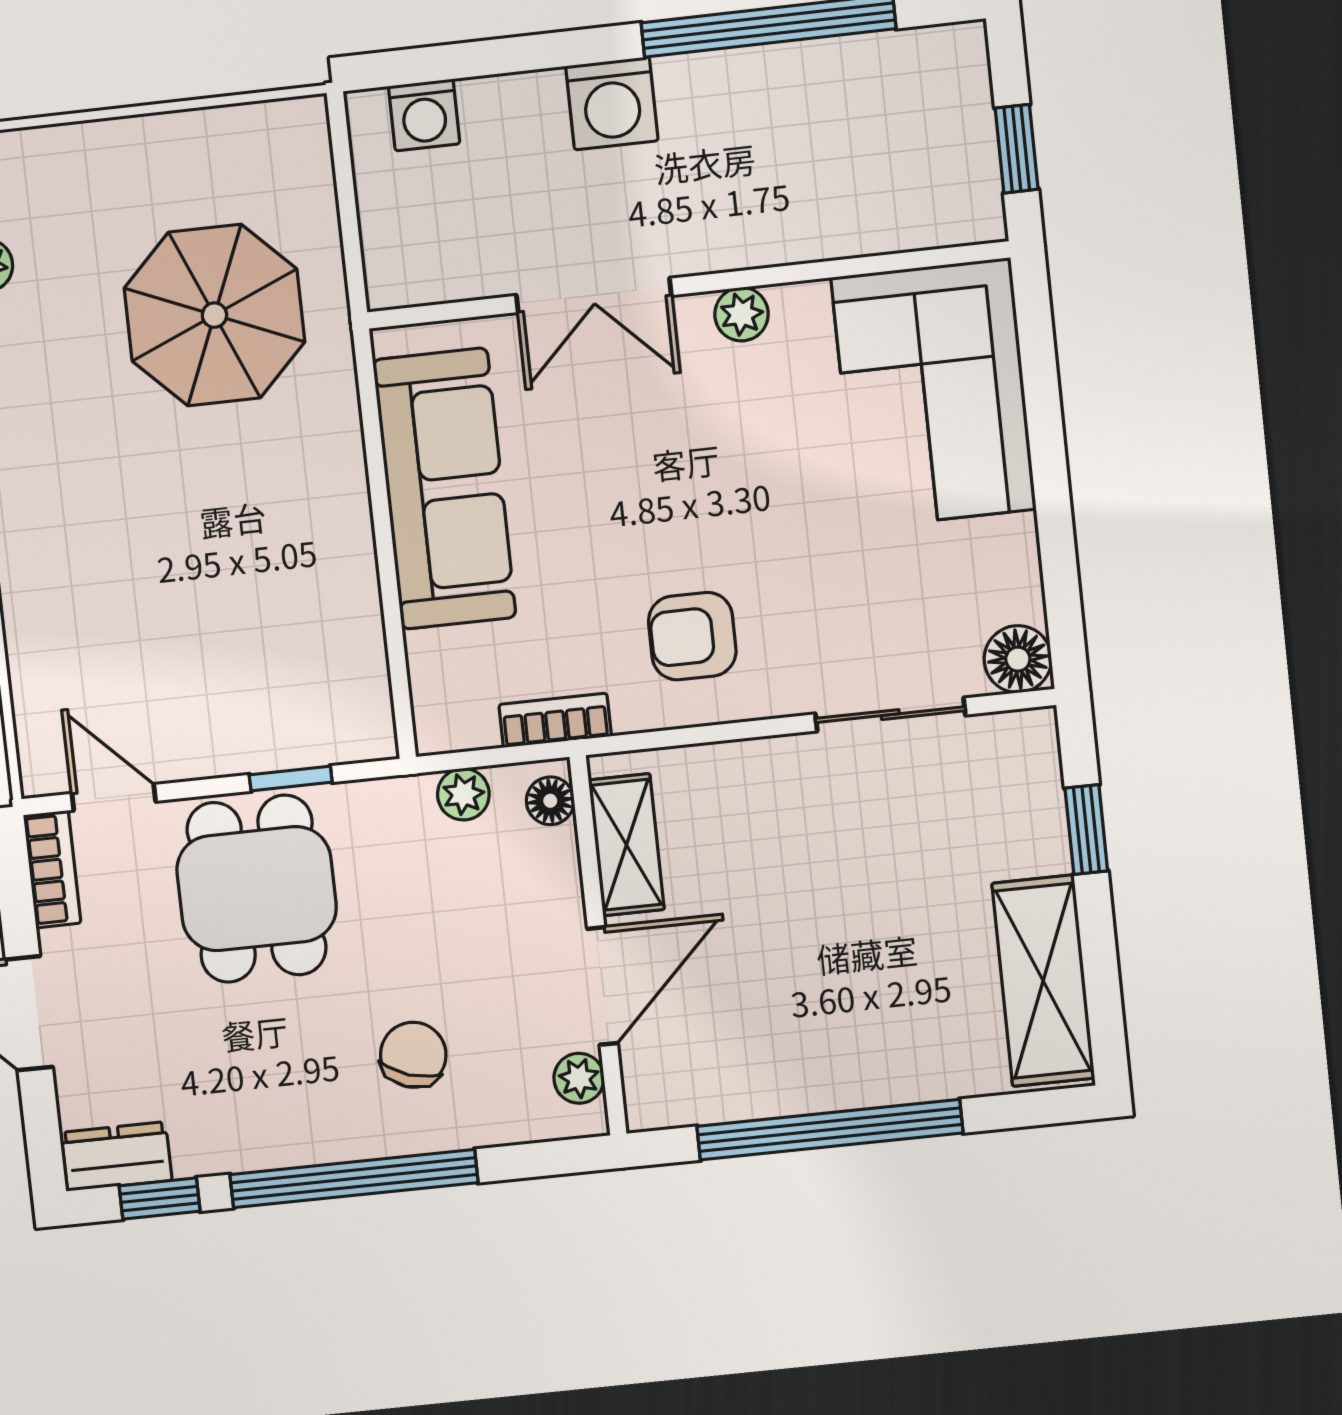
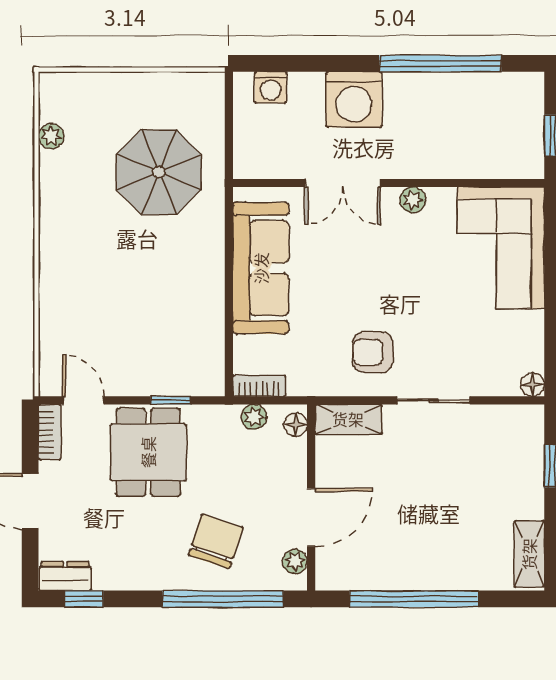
washing machine: (612, 103) -> (354, 100), width x1.37, depth x1.37
floor lamp: (1018, 659) -> (532, 385), width x0.73, depth x0.73
sliding door: (890, 715) -> (433, 400), moved
bookcase: (555, 720) -> (259, 386), moved
shelving: (626, 845) -> (348, 419), moved, turned 90
shelving: (1043, 981) -> (529, 554), width x0.67, depth x0.75
chair: (413, 1055) -> (216, 541), width x1.37, depth x1.37
window: (354, 1179) -> (223, 599), moved

